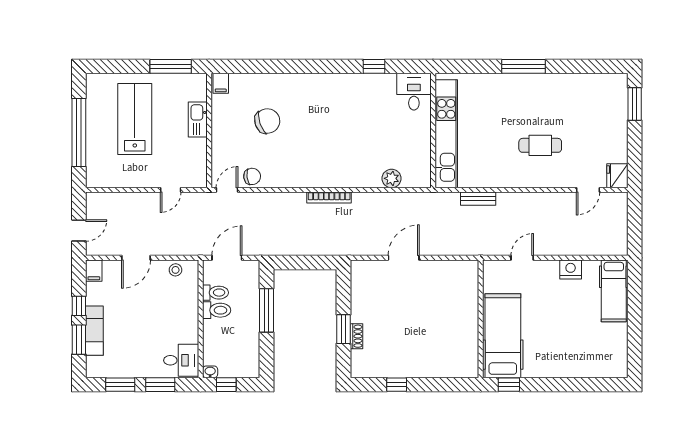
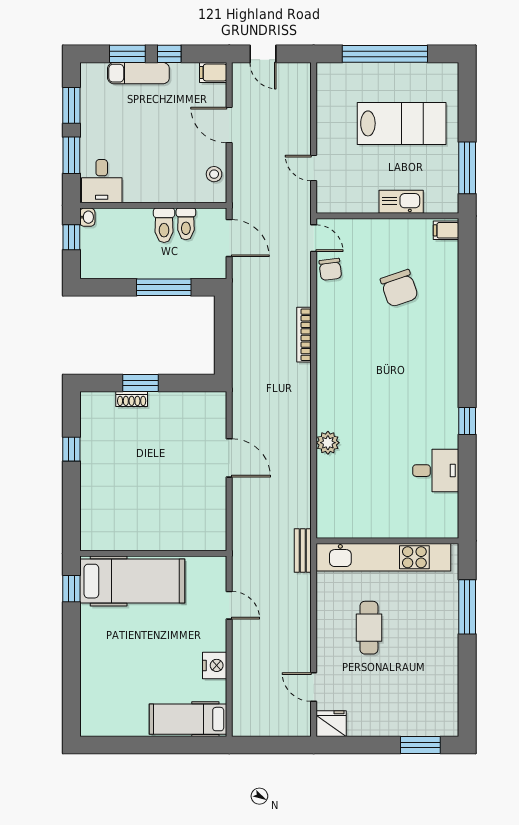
wall: (433, 130) -> (387, 541), moved
kitchen unit: (446, 134) -> (383, 557), moved
bookcase: (329, 198) -> (304, 335), moved

